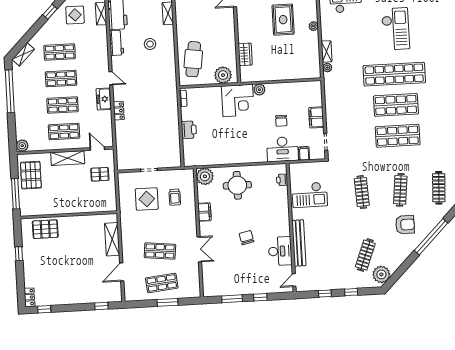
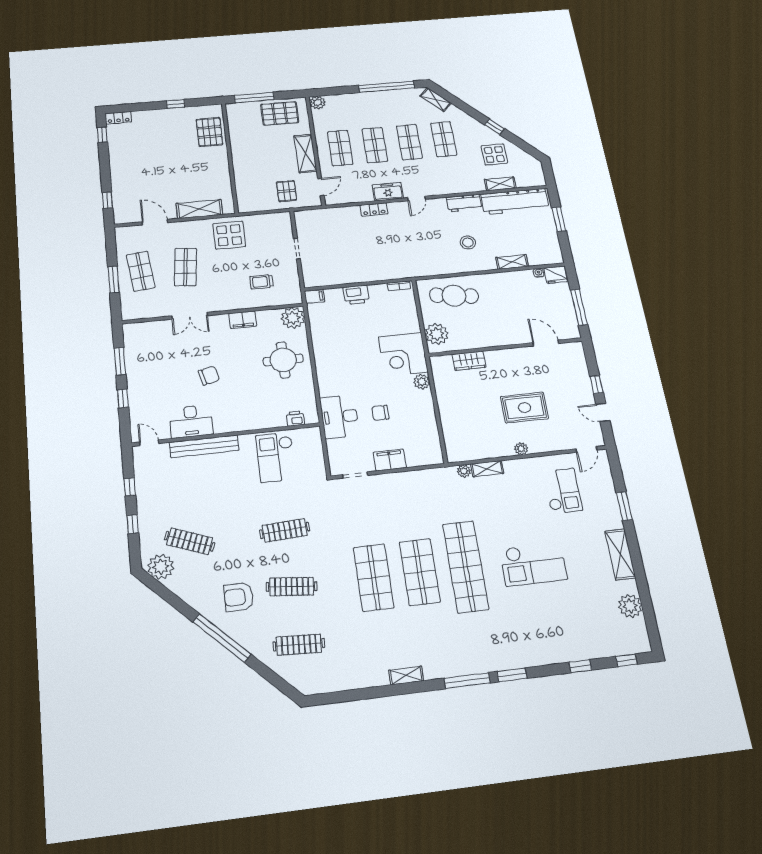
filing cabinet: (304, 153) -> (315, 297), moved
display table: (147, 199) -> (229, 235), moved
armchair: (405, 225) -> (239, 597), turned 90

